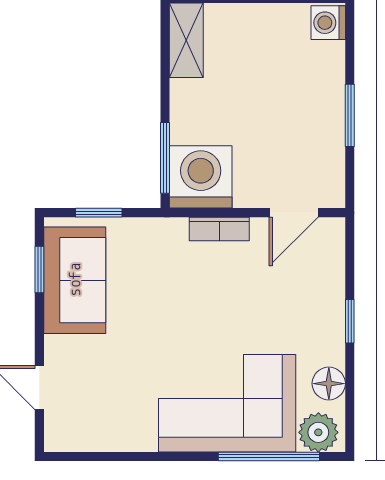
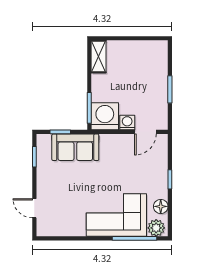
washing machine: (328, 23) -> (127, 122), moved, turned 90
bookcase: (219, 229) -> (113, 139), removed
sofa: (75, 280) -> (75, 147), moved, turned 90

